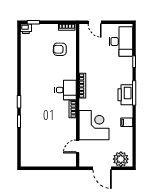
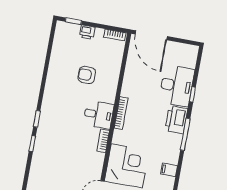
door: (95, 22) -> (151, 35), width x1.88
printer: (26, 29) -> (87, 32), moved
desk: (121, 41) -> (177, 86), moved
armchair: (60, 49) -> (87, 75), moved
printer: (125, 95) -> (176, 120), moved

